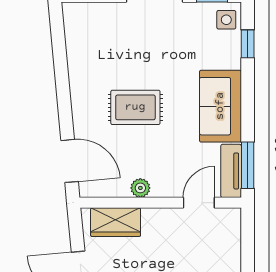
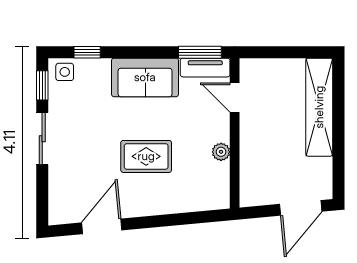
rug: (135, 107) -> (146, 156), turned 90
door: (70, 161) -> (102, 226), moved
wardrobe: (116, 222) -> (253, 175), removed

